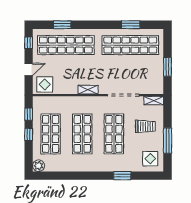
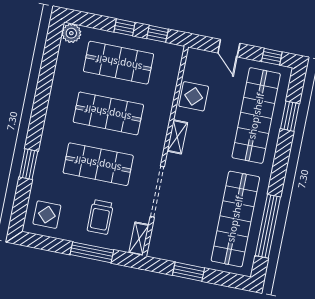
window: (131, 25) -> (268, 226), width x2.11
display table: (45, 84) -> (194, 96), moved
window: (167, 141) -> (92, 252), moved

